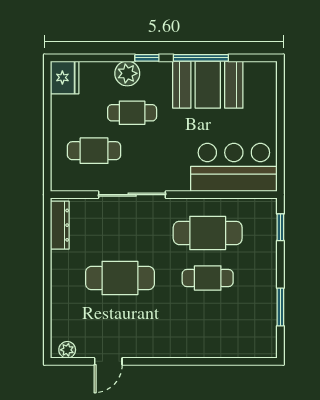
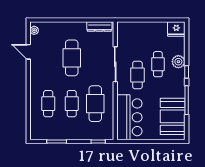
booth: (208, 85) -> (173, 116), moved
cafe table: (94, 151) -> (137, 75), moved
cafe table: (208, 323) -> (48, 104), added

